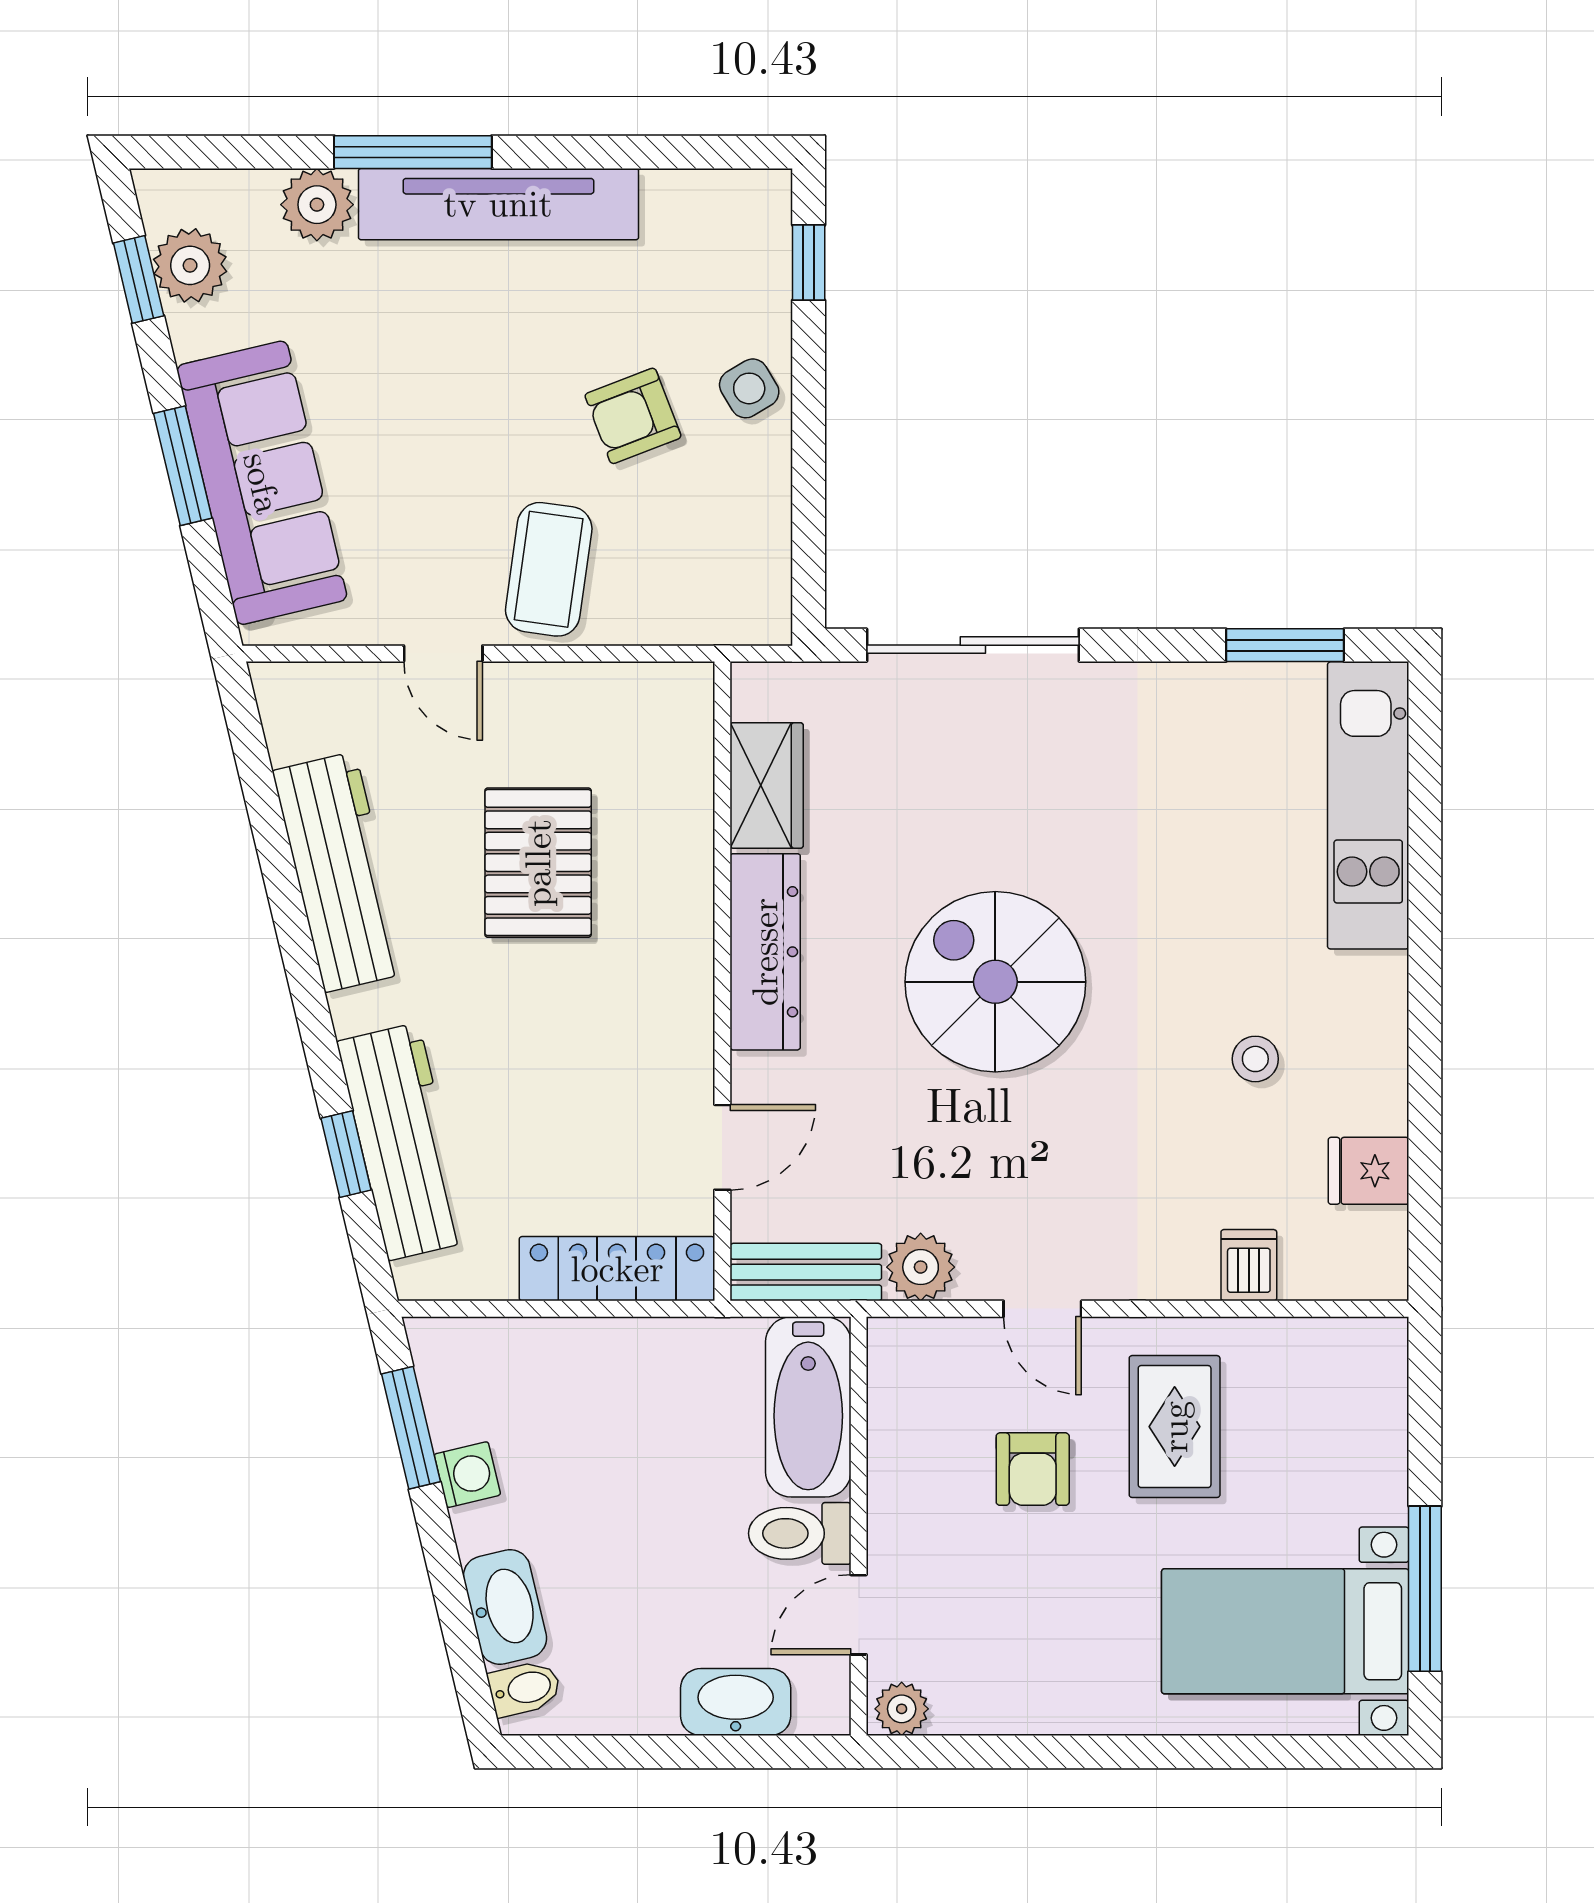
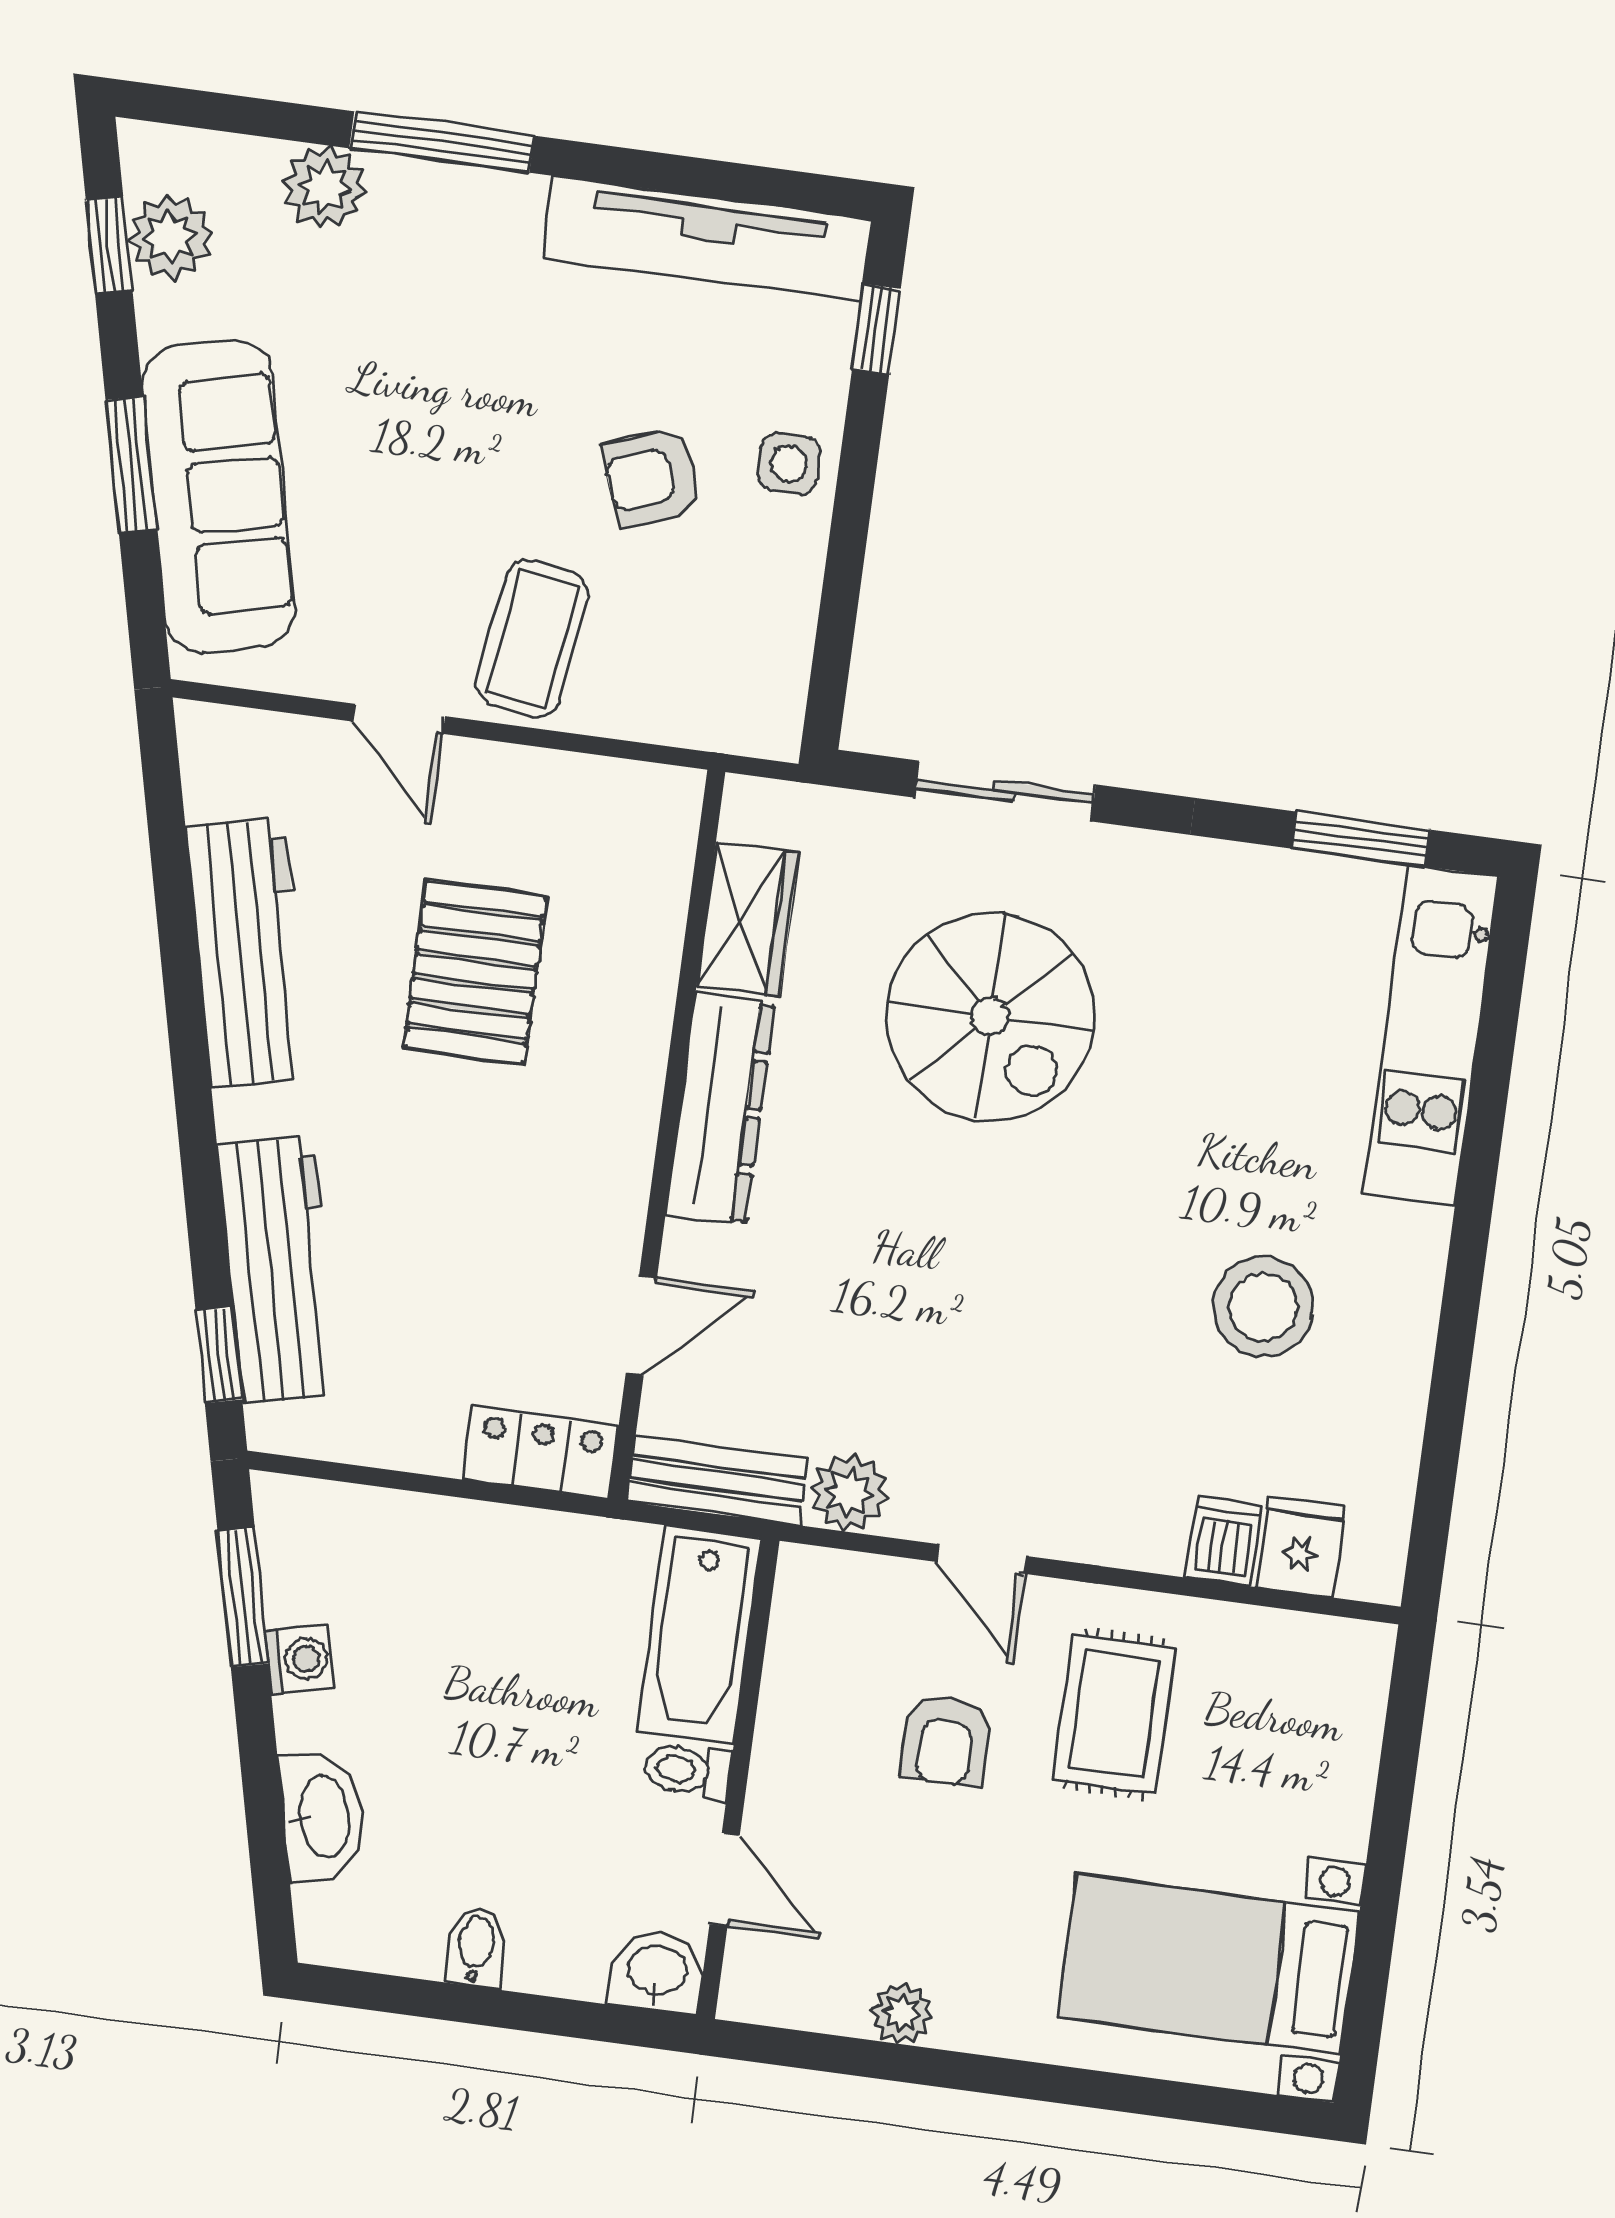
tv unit: (498, 204) -> (707, 238), moved
side table: (749, 388) -> (789, 464), turned 31
sliding door: (973, 645) -> (1005, 791), width x0.73
spiral stairs: (995, 982) -> (990, 1017), moved, turned 180
stool: (1255, 1059) -> (1263, 1307), width x1.89, depth x1.89
window: (346, 1154) -> (219, 1355), moved
fridge: (1369, 1171) -> (1301, 1546), moved, turned 90
locker: (617, 1269) -> (541, 1453), width x0.66
toilet: (800, 1533) -> (688, 1770), width x0.73, depth x0.72
window: (1425, 1589) -> (1375, 1938), removed
door: (859, 1615) -> (725, 1880), swing flipped
bidet: (525, 1688) -> (476, 1947), moved, turned -77
washbasin: (736, 1702) -> (657, 1972), moved, width x0.72
plant: (902, 1709) -> (902, 2013), moved

